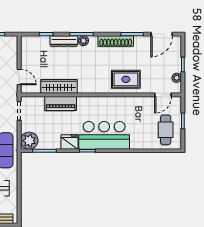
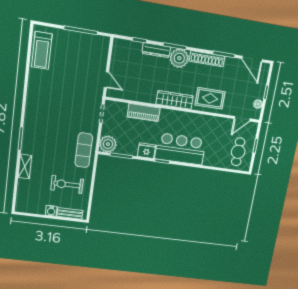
door: (162, 34) -> (252, 59), hinge flipped
plant: (84, 41) -> (179, 58), width x1.88, depth x1.88
wardrobe: (59, 86) -> (175, 100), moved

